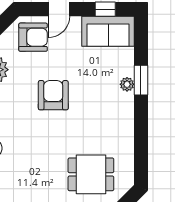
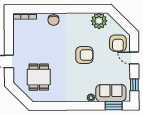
sofa: (108, 31) -> (111, 93), moved, turned 90
window: (141, 80) -> (114, 106), moved

